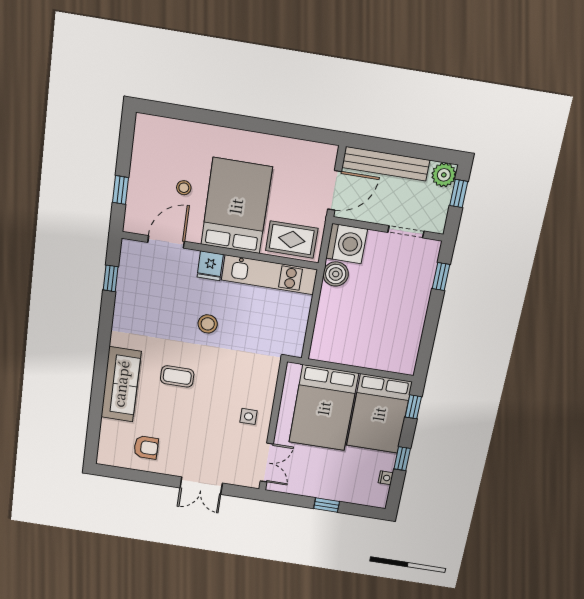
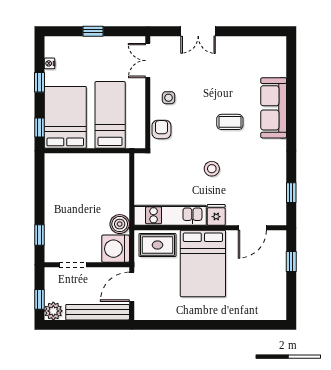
stool: (184, 188) -> (244, 271), removed
bed: (324, 408) -> (110, 115), width x0.67
armchair: (146, 447) -> (161, 129), moved, turned 90
double door: (201, 486) -> (198, 31), swing flipped

